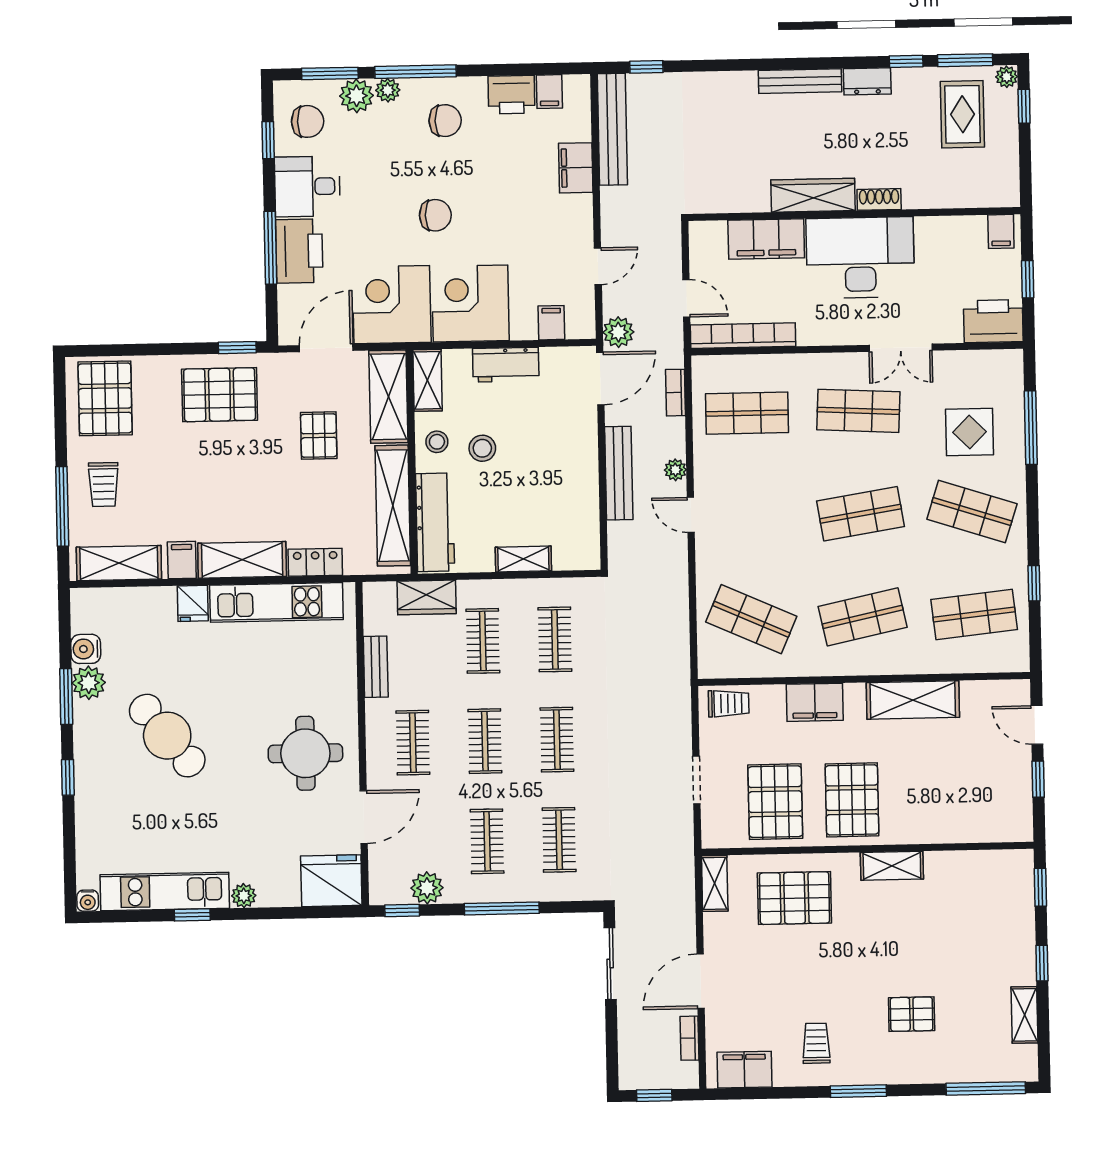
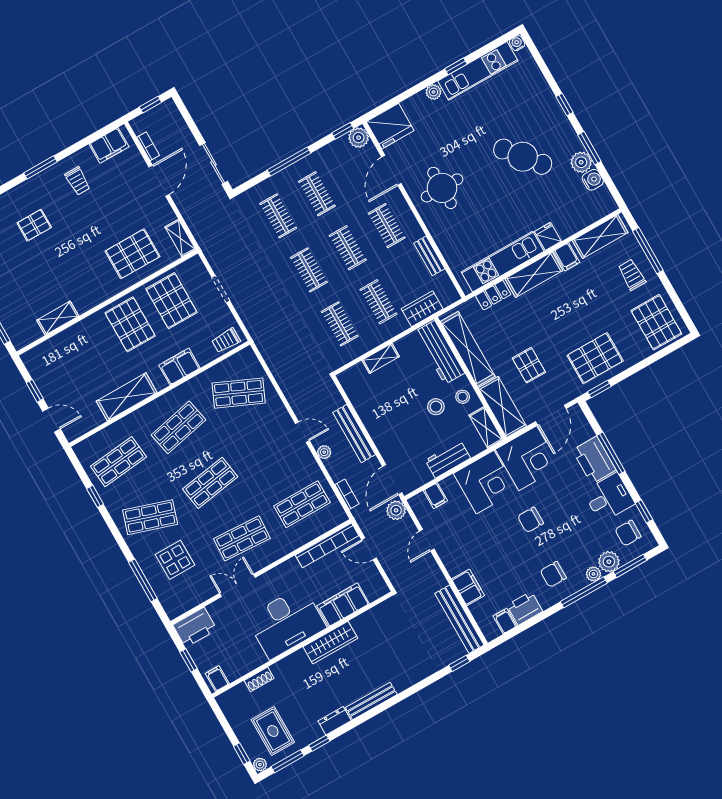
shoe rack: (879, 199) -> (259, 679), moved
shelving: (892, 866) -> (58, 318), moved
plant: (427, 888) -> (359, 138), moved

